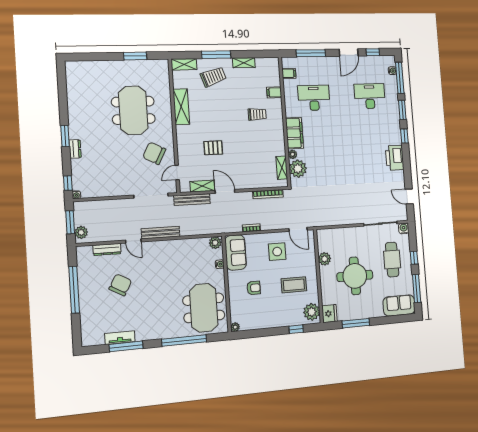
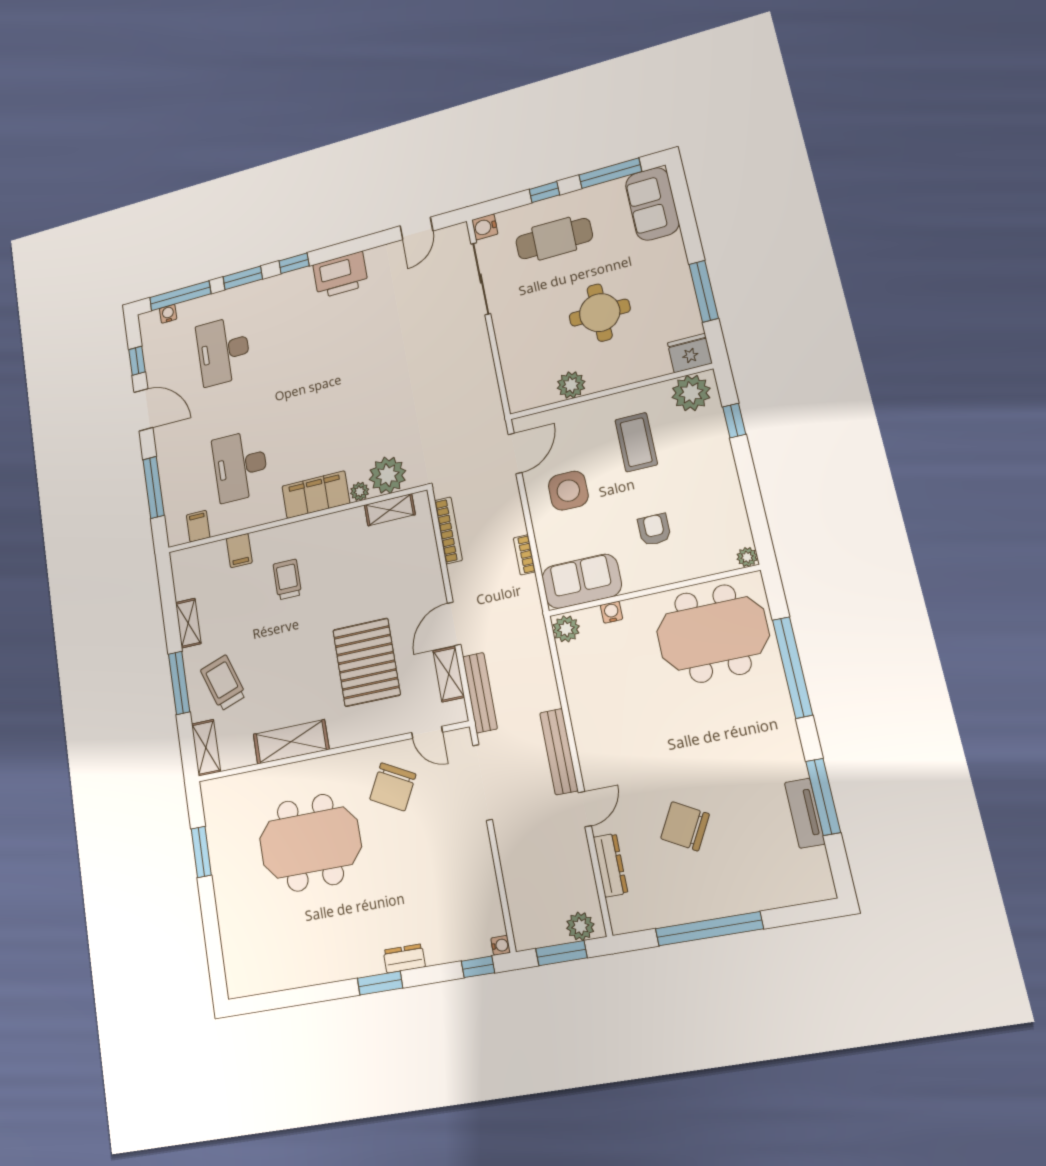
pallet: (213, 148) -> (366, 662), width x2.05, depth x2.00
round table: (355, 276) -> (600, 313), width x0.73, depth x0.73

